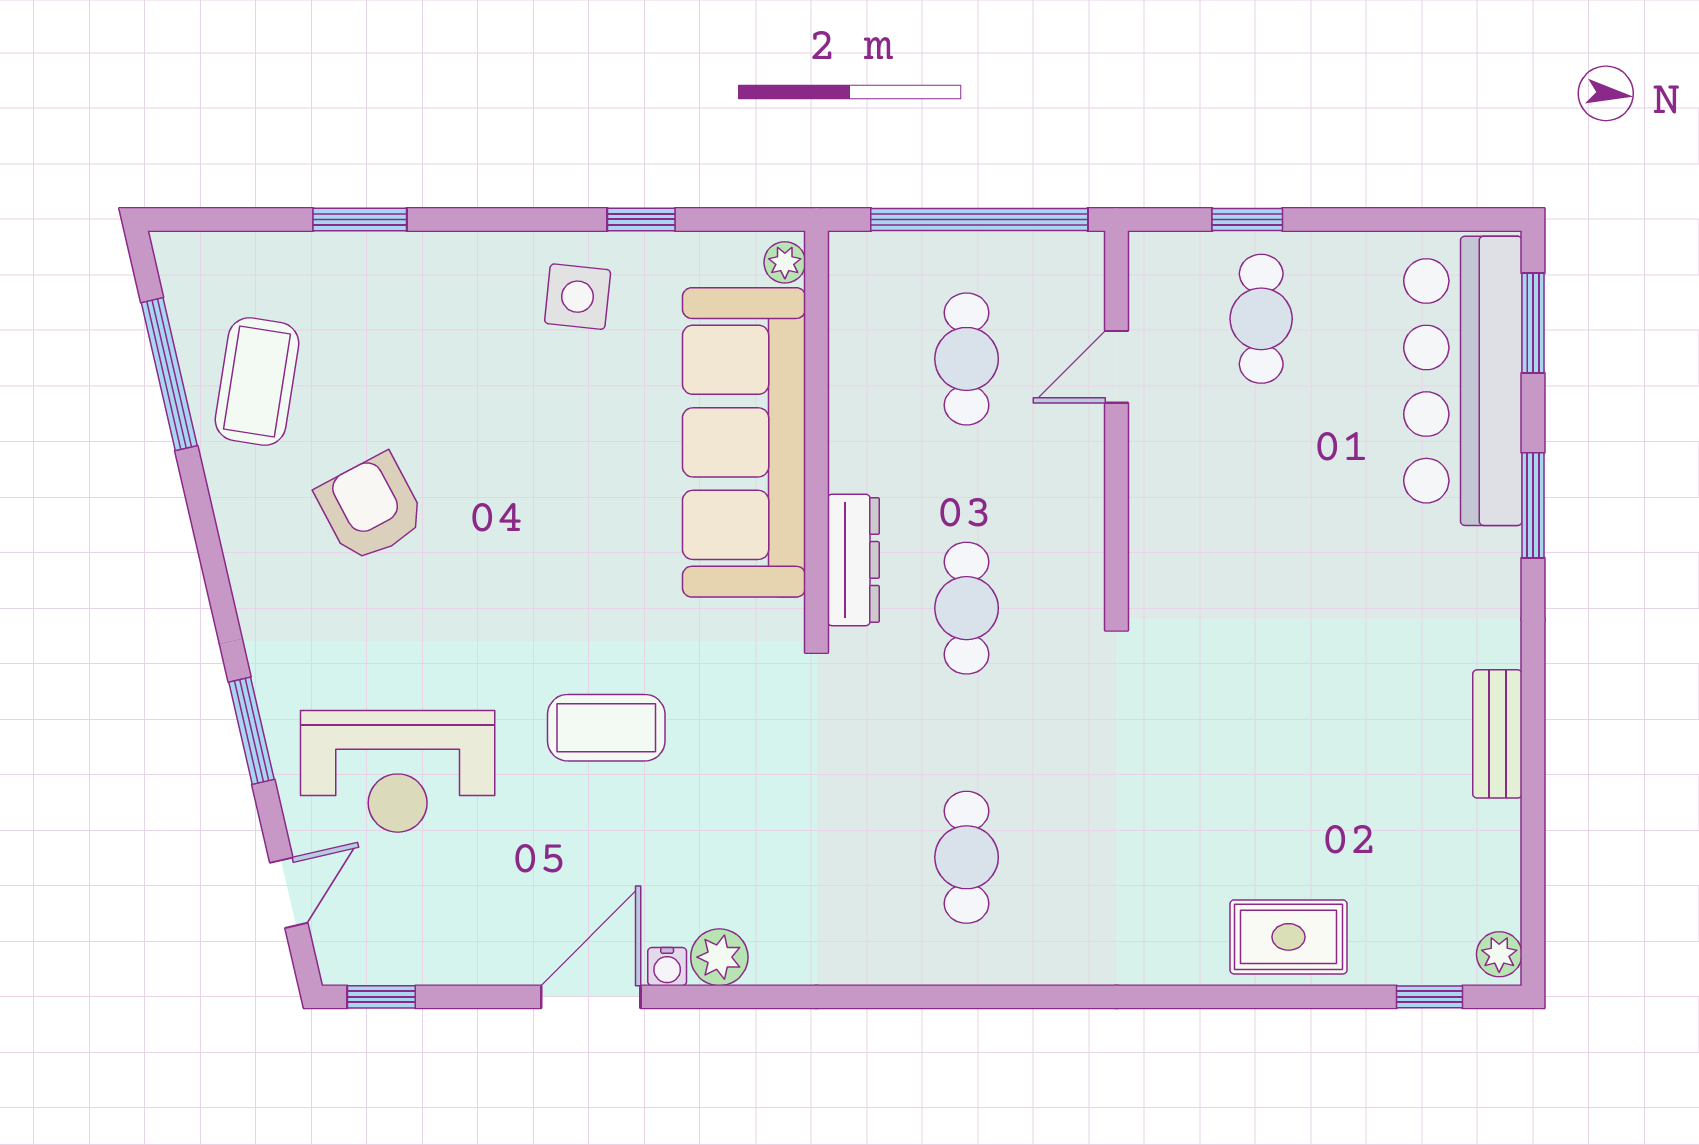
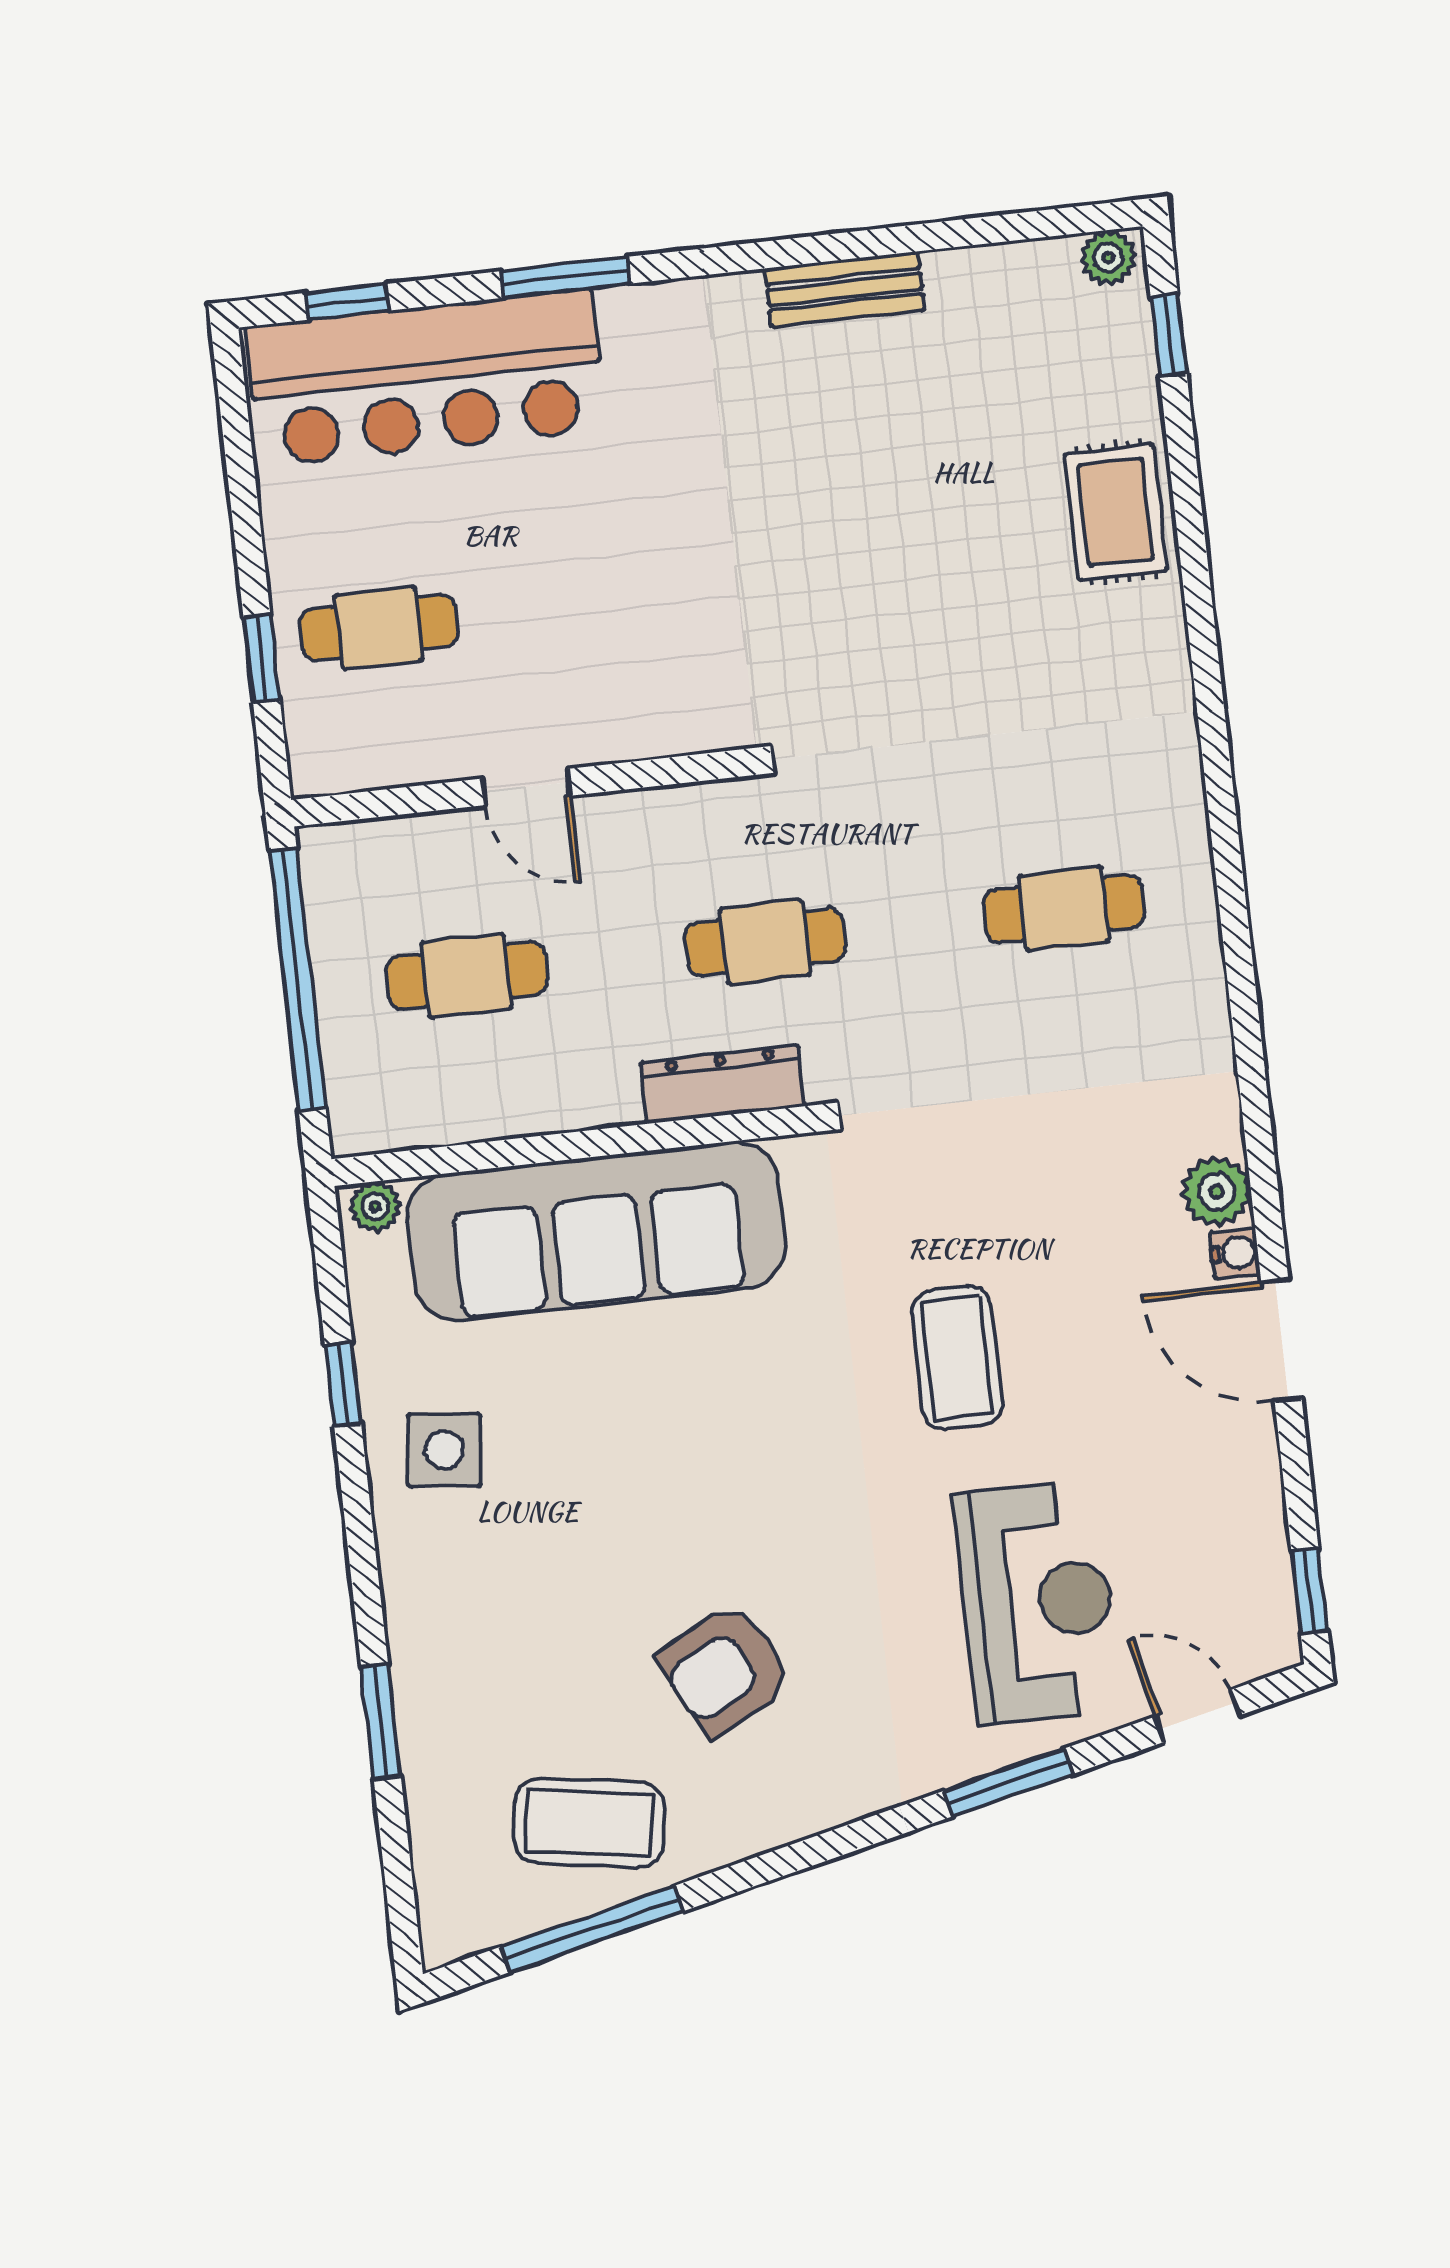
window: (1533, 323) -> (347, 302), width x0.67
door: (1116, 367) -> (526, 787), moved

